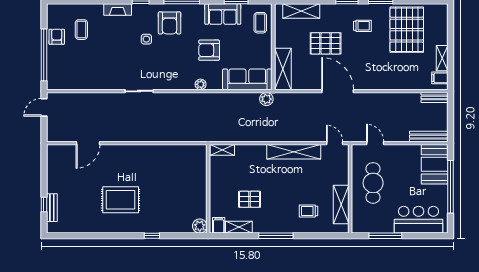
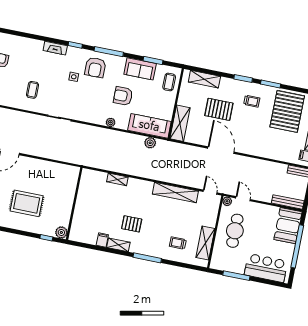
coffee table: (81, 30) -> (32, 90), moved
plant: (266, 99) -> (150, 143), moved
plant: (357, 150) -> (227, 201), added
wall: (208, 189) -> (74, 204), moved
plant: (200, 226) -> (61, 232), moved

